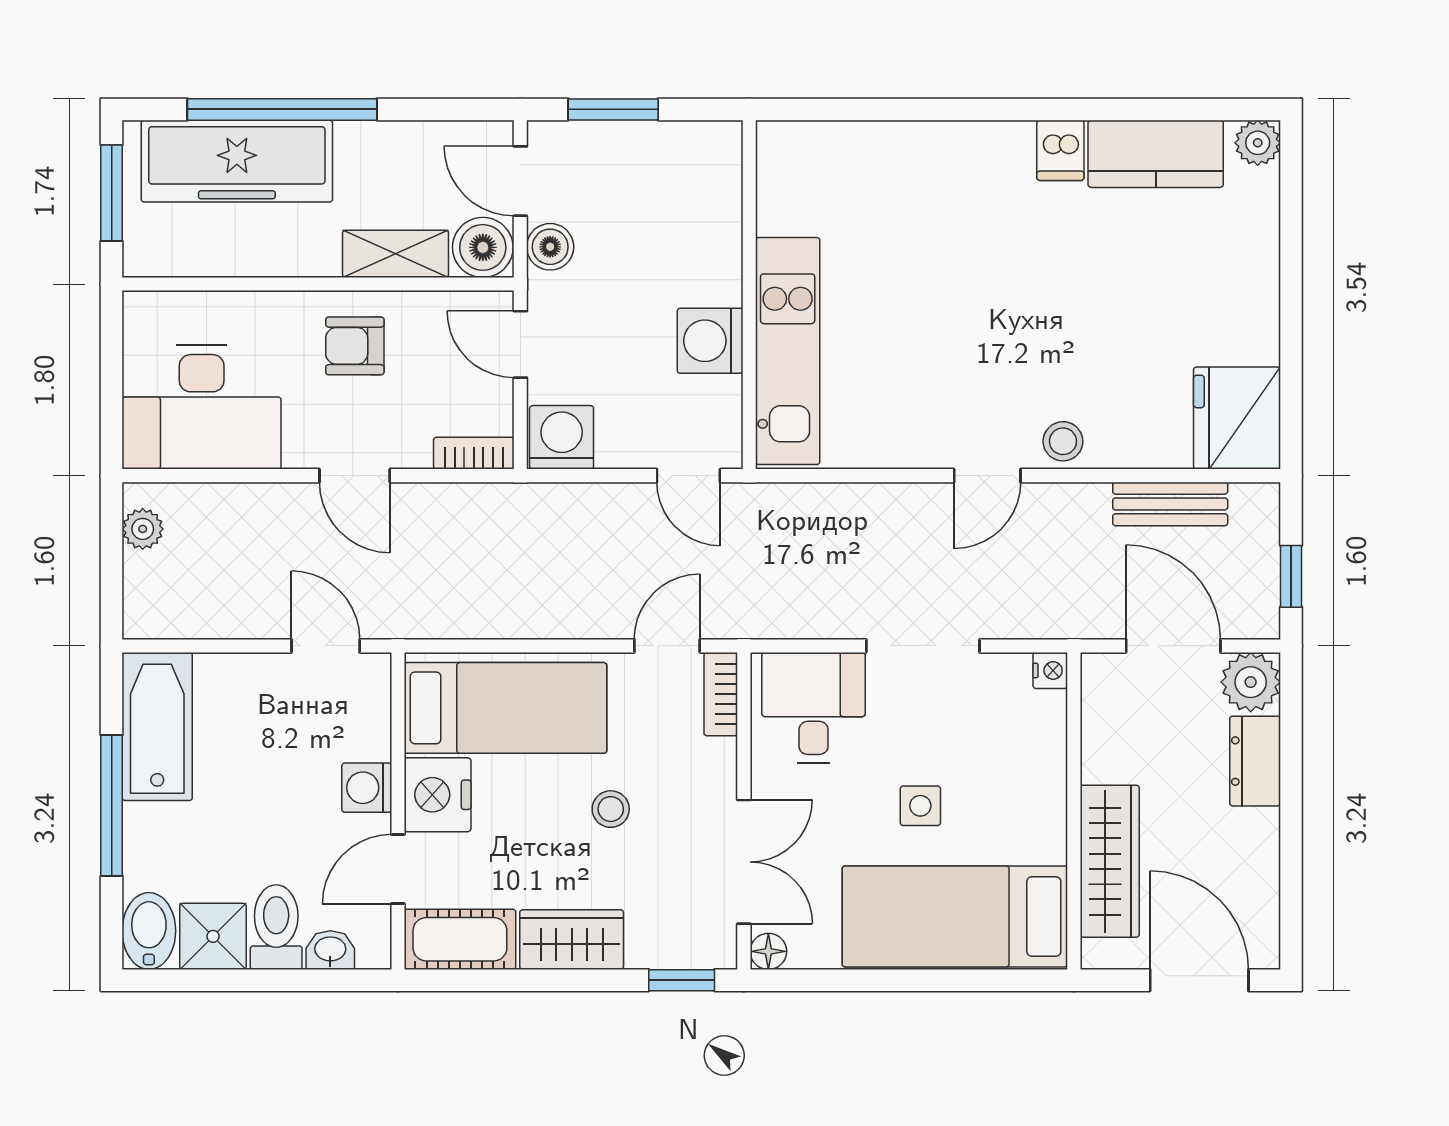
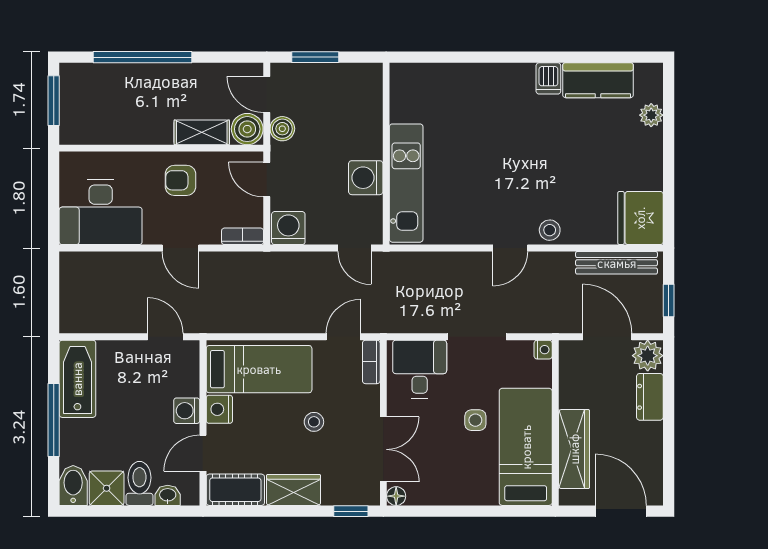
plant: (1258, 143) -> (651, 115), moved
freezer: (237, 161) -> (119, 84), removed
bench: (1170, 504) -> (617, 263), width x1.36
plant: (143, 529) -> (70, 276), removed
nightstand: (438, 795) -> (219, 409), width x0.74, depth x0.75
bed: (955, 916) -> (526, 447), moved, turned 90

